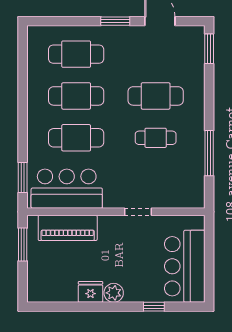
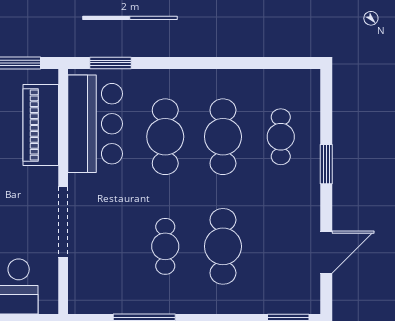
window: (115, 21) -> (326, 164), moved
cafe table: (76, 54) -> (281, 137), width x0.73, depth x0.74
doorway: (138, 212) -> (63, 222), width x1.88

